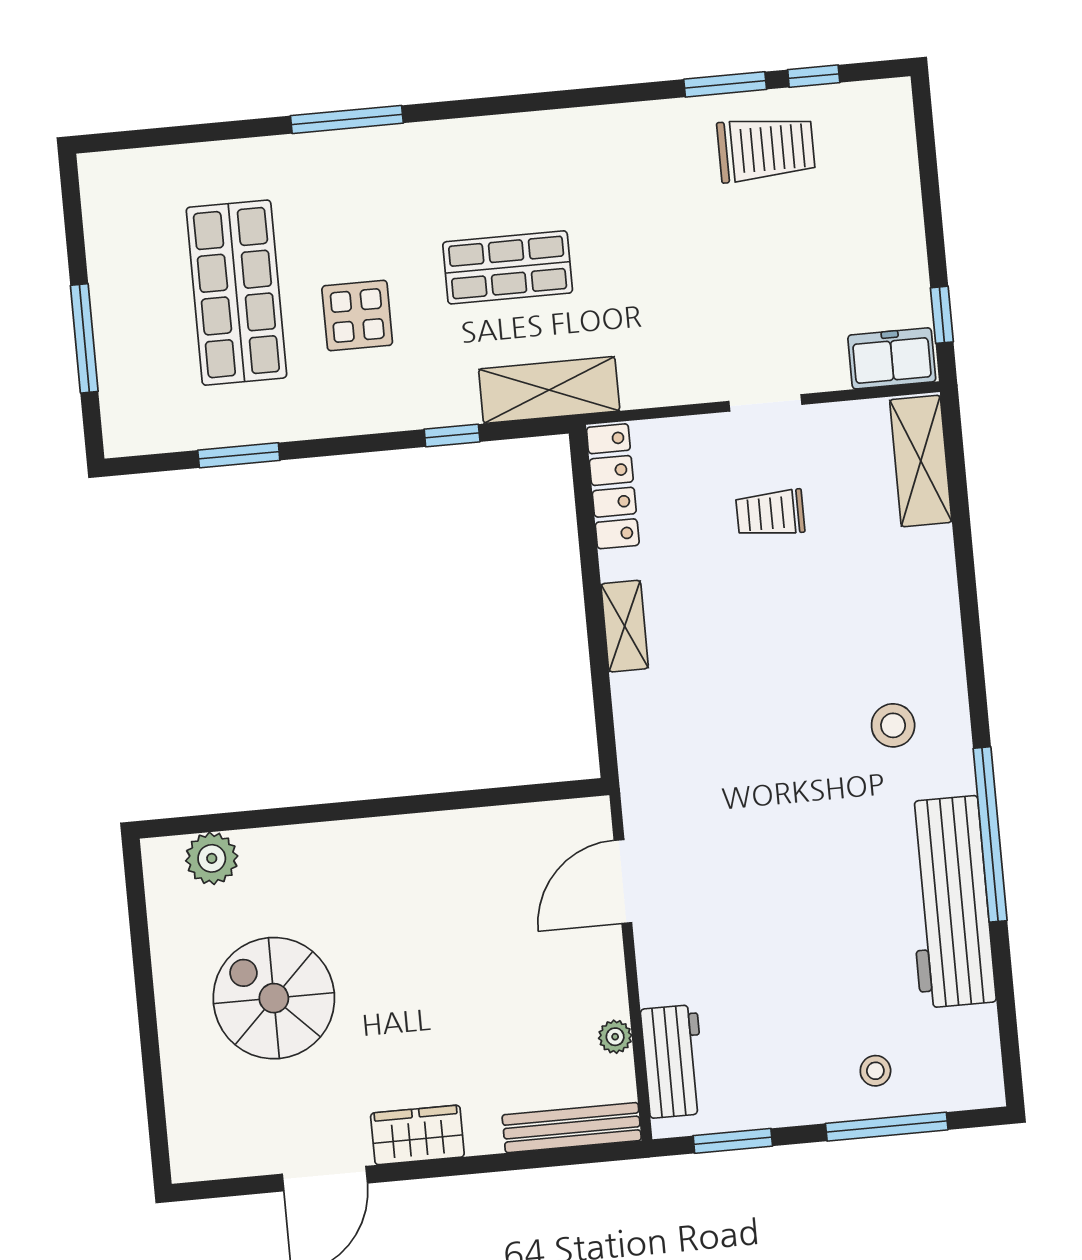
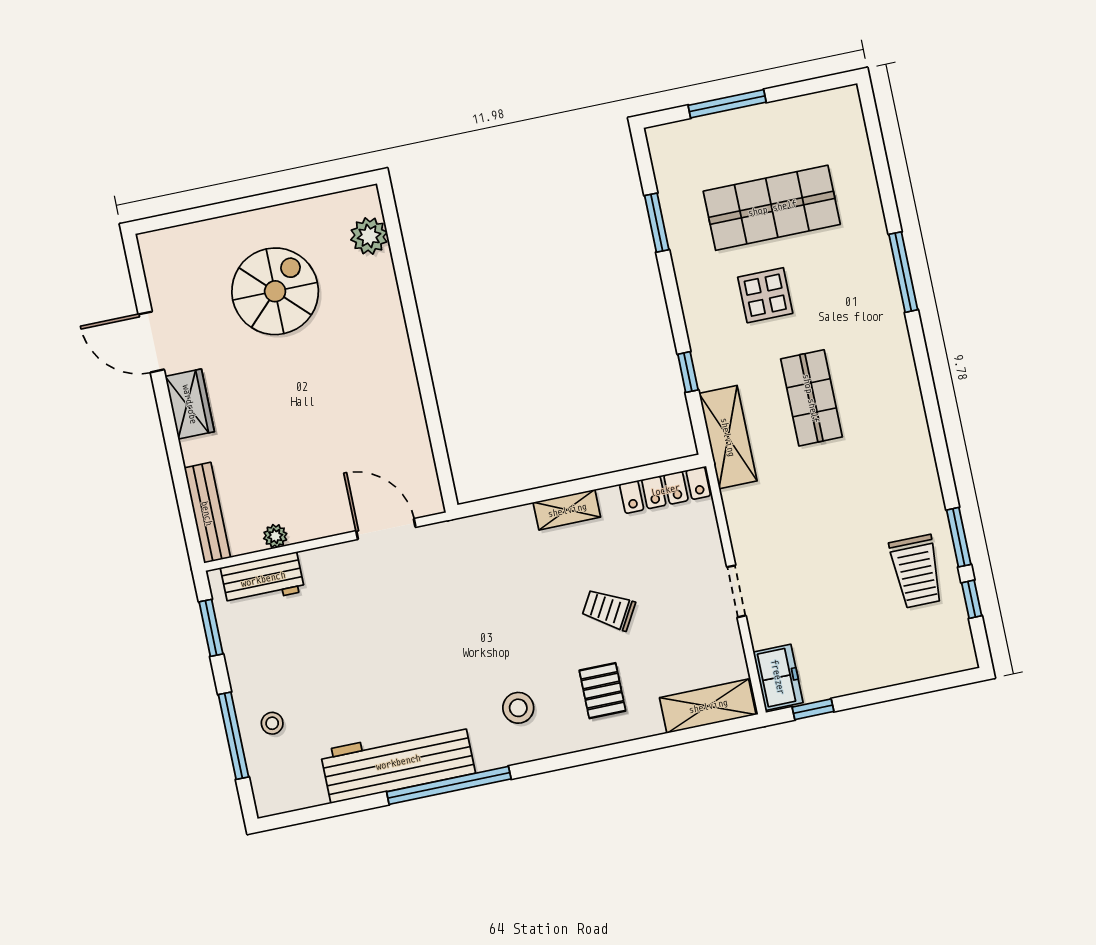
trolley: (770, 513) -> (609, 610), moved, turned -60
pallet: (882, 605) -> (602, 691), added

